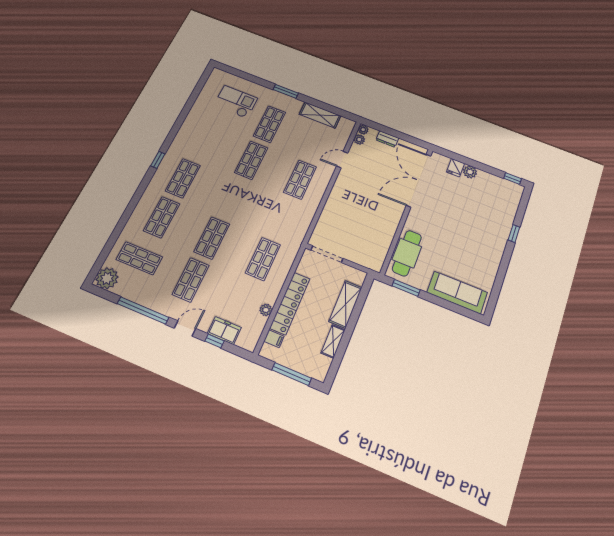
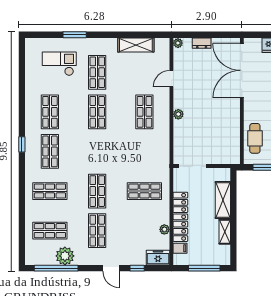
window: (286, 91) -> (75, 35), moved
plant: (359, 140) -> (178, 114), moved
shop shelf: (203, 141) -> (50, 112), added
shop shelf: (162, 217) -> (50, 191), turned 90
cafe table: (407, 253) -> (255, 138), width x0.73, depth x0.74
shop shelf: (263, 259) -> (144, 191), turned 90
plant: (107, 278) -> (65, 256), moved
window: (143, 310) -> (56, 268), moved
door: (185, 328) -> (111, 268), swing flipped
freezer: (224, 330) -> (158, 258), moved

